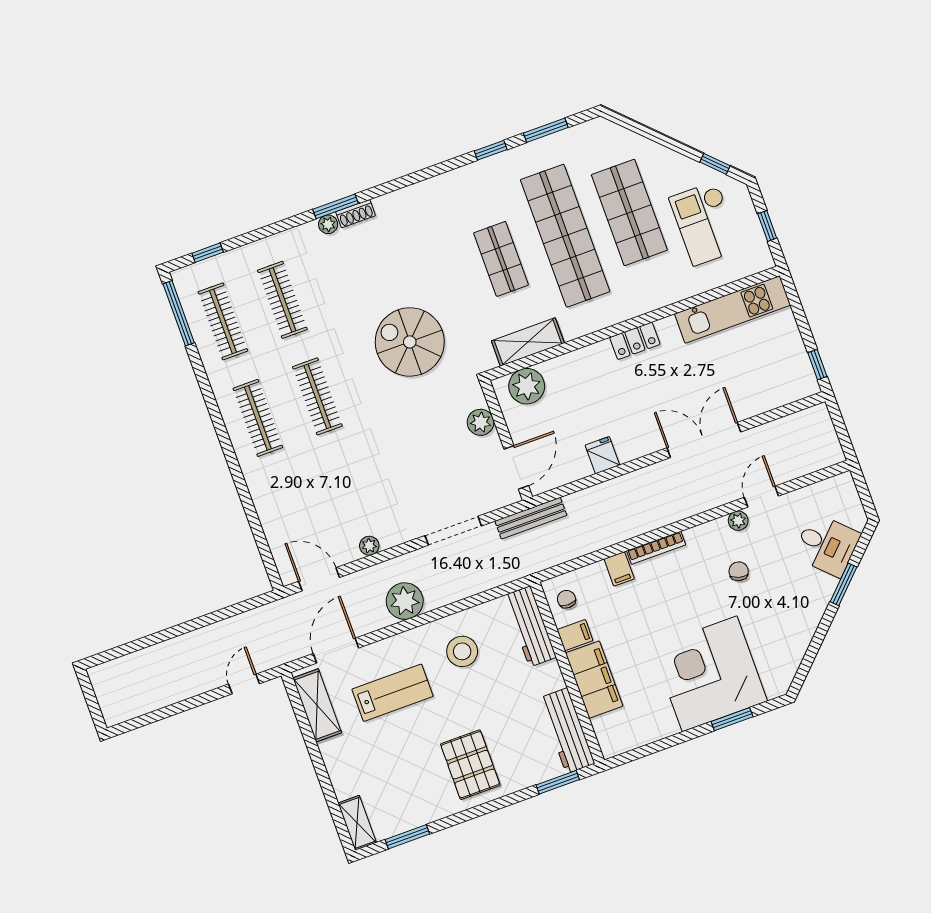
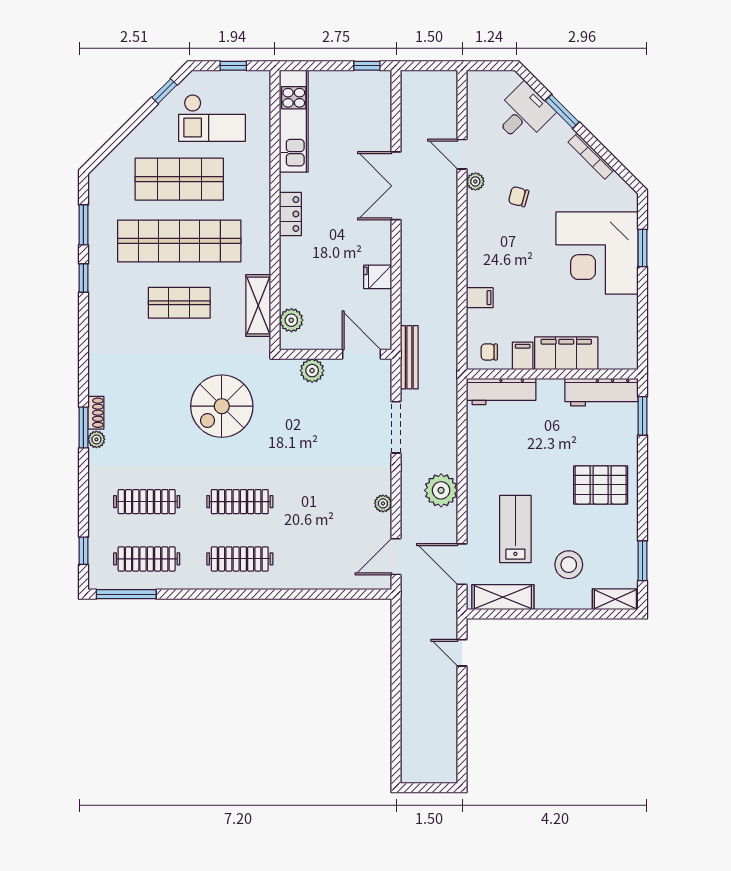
plant: (527, 386) -> (291, 320), width x0.73, depth x0.73
bookcase: (656, 548) -> (591, 156), moved, turned 135
stool: (462, 651) -> (569, 565), moved

